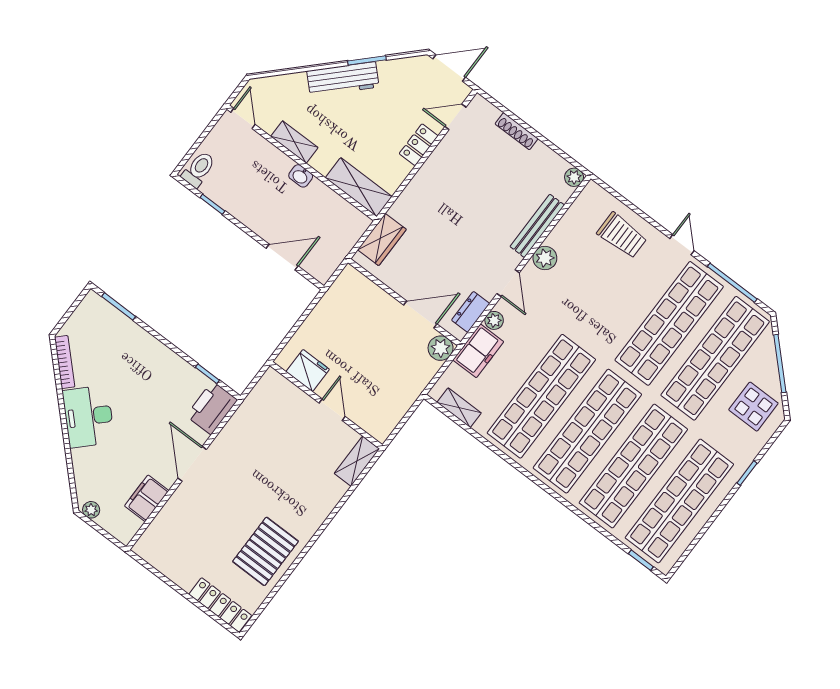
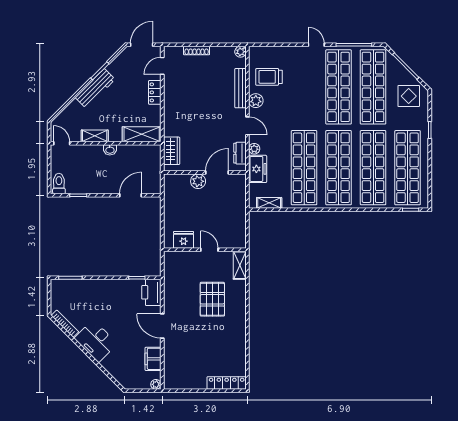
trolley: (622, 235) -> (269, 77), moved, turned 180
plant: (441, 348) -> (198, 181), moved
plant: (91, 510) -> (156, 384), moved
pallet: (265, 551) -> (212, 299), moved

